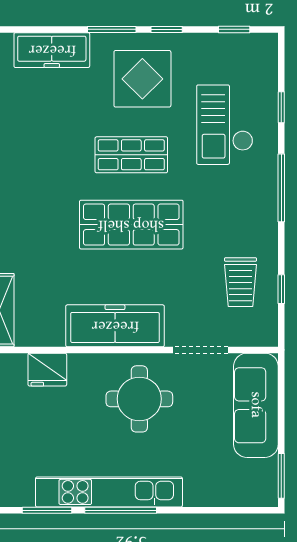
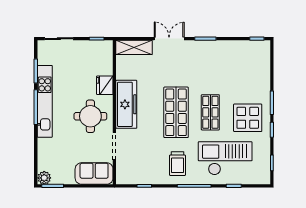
freezer: (52, 50) -> (262, 73), removed
checkout: (225, 125) -> (225, 158), width x1.36, depth x1.21
trolley: (240, 282) -> (177, 164), moved, turned -90
fridge: (47, 370) -> (105, 85), moved
sofa: (256, 405) -> (94, 174), width x0.73
plant: (265, 493) -> (44, 178), added

